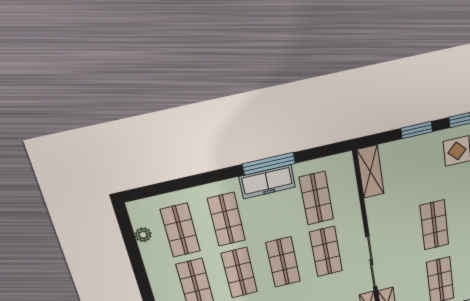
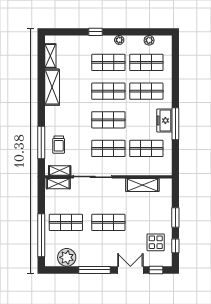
shelving: (370, 172) -> (142, 185), moved
freezer: (267, 182) -> (164, 120), width x0.71
plant: (155, 277) -> (119, 40), added

